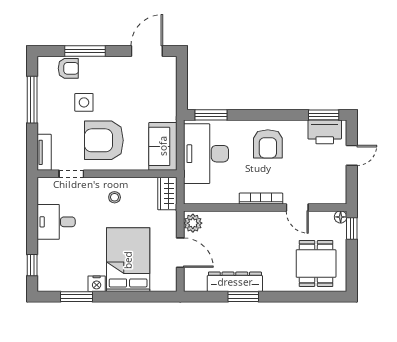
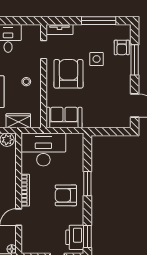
window: (211, 115) -> (87, 184), moved
desk: (206, 154) -> (43, 149), moved
wardrobe: (167, 194) -> (18, 121), moved

